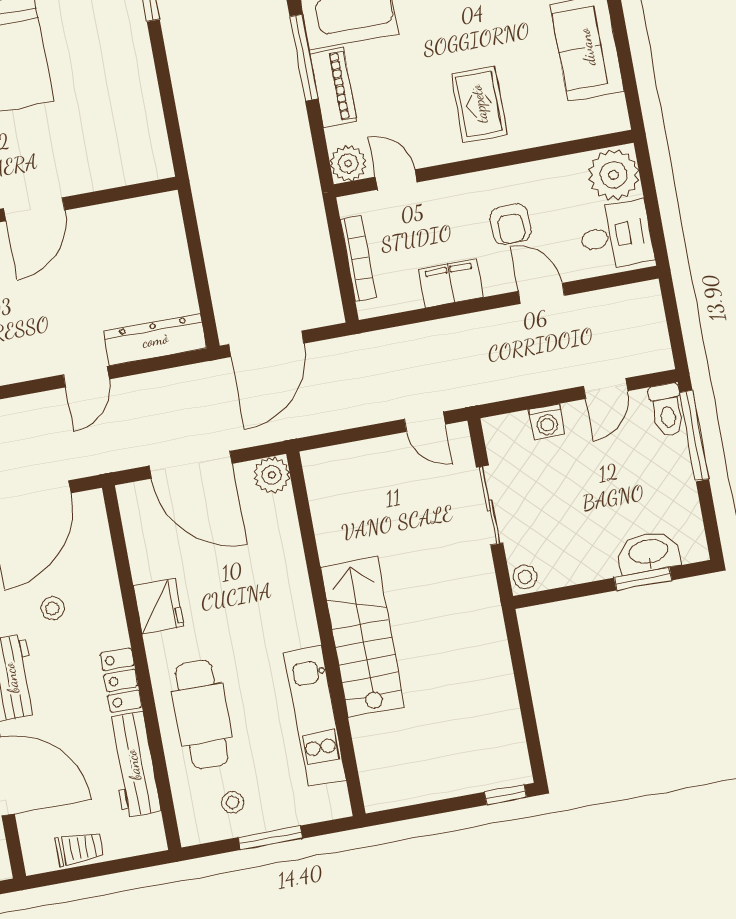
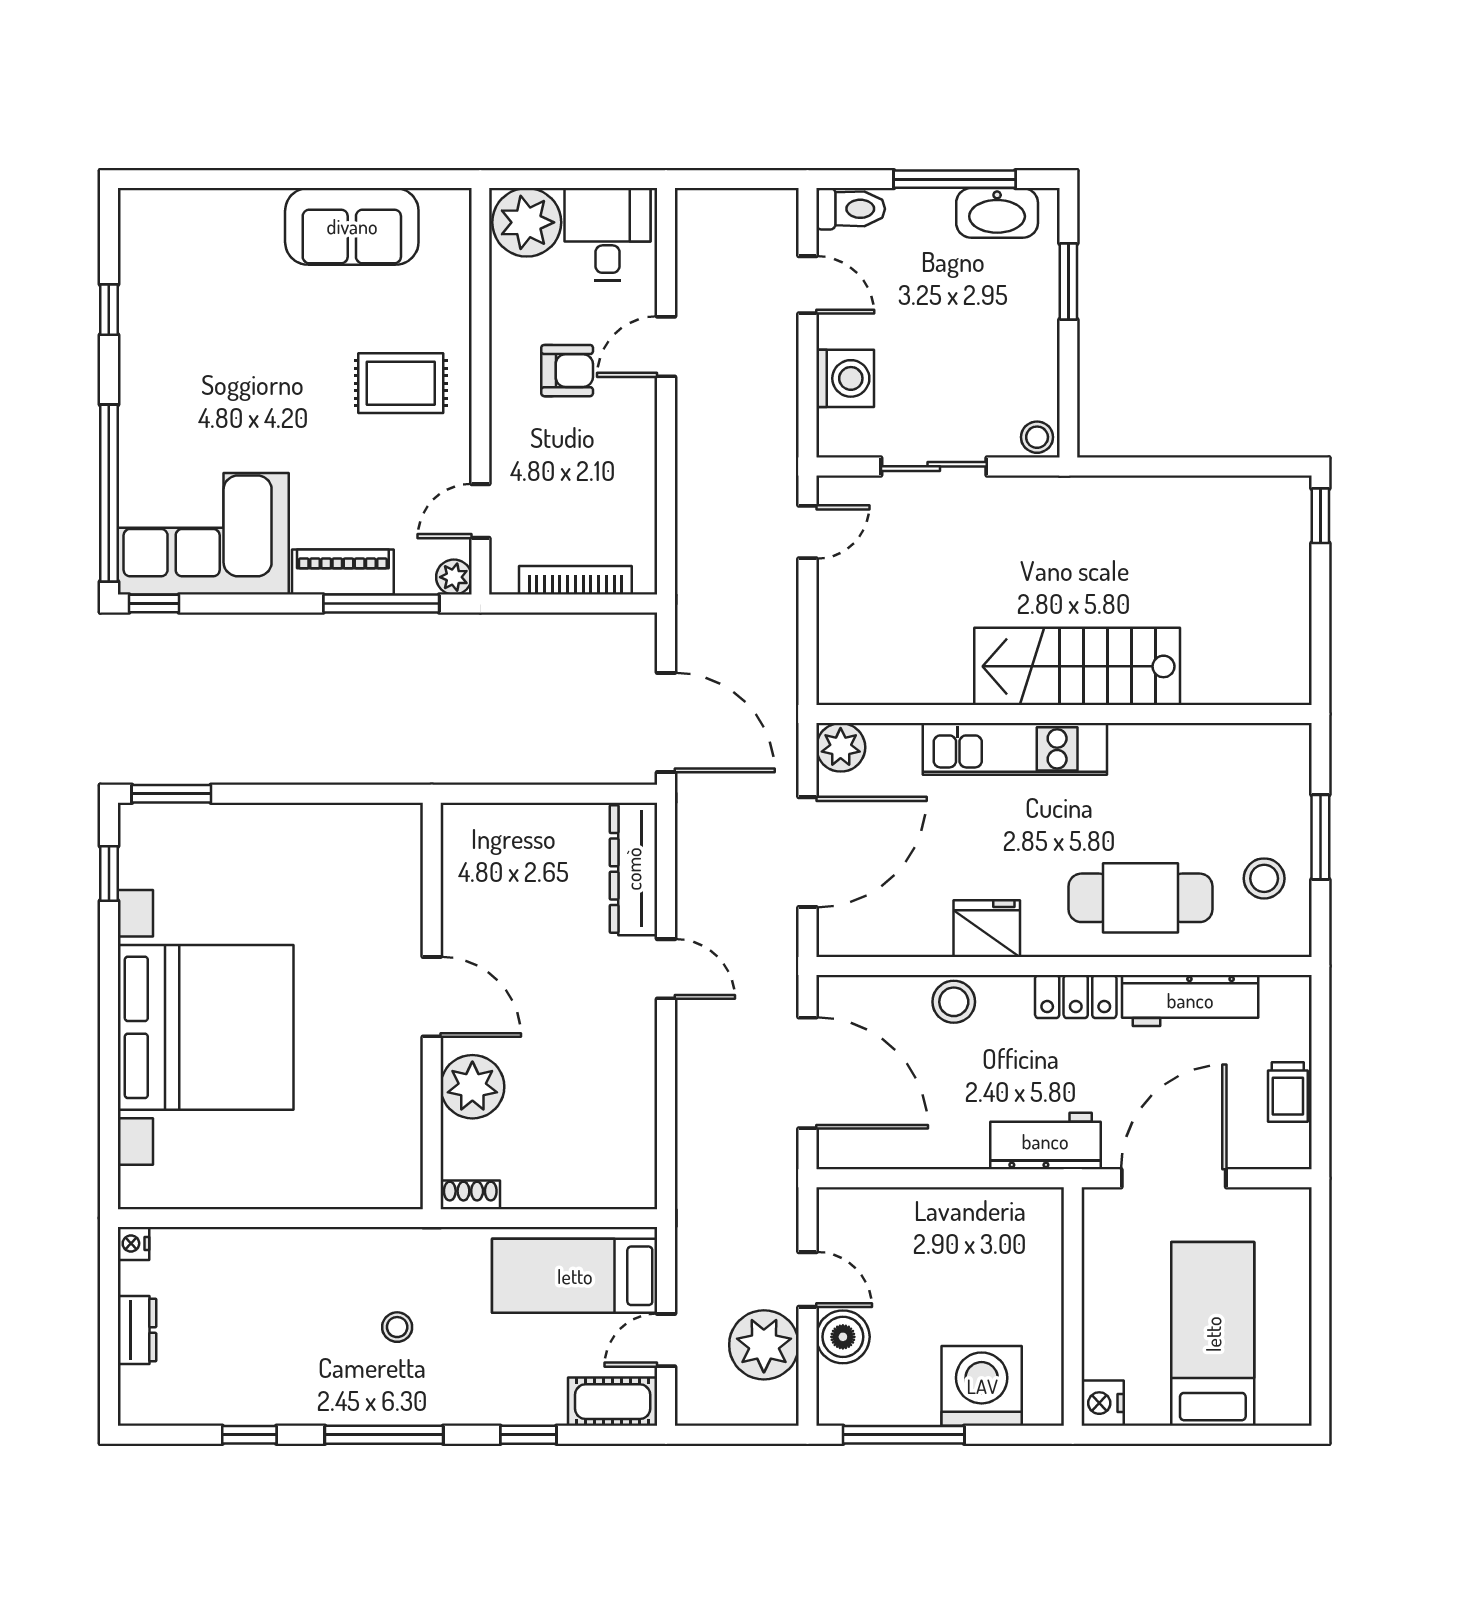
window: (304, 58) -> (381, 604), moved
plant: (348, 163) -> (454, 577), width x0.73, depth x0.73
filing cabinet: (451, 283) -> (631, 464), removed
washing machine: (547, 422) -> (845, 378), width x1.38, depth x1.38
window: (694, 436) -> (955, 179), moved
washbasin: (649, 552) -> (997, 213), moved, turned -90
stool: (53, 608) -> (954, 1002), moved, width x1.37, depth x1.37
kitchen unit: (315, 716) -> (1015, 749), moved
stool: (233, 802) -> (1264, 878), width x1.37, depth x1.37
trolley: (80, 848) -> (1288, 1092), turned 180

